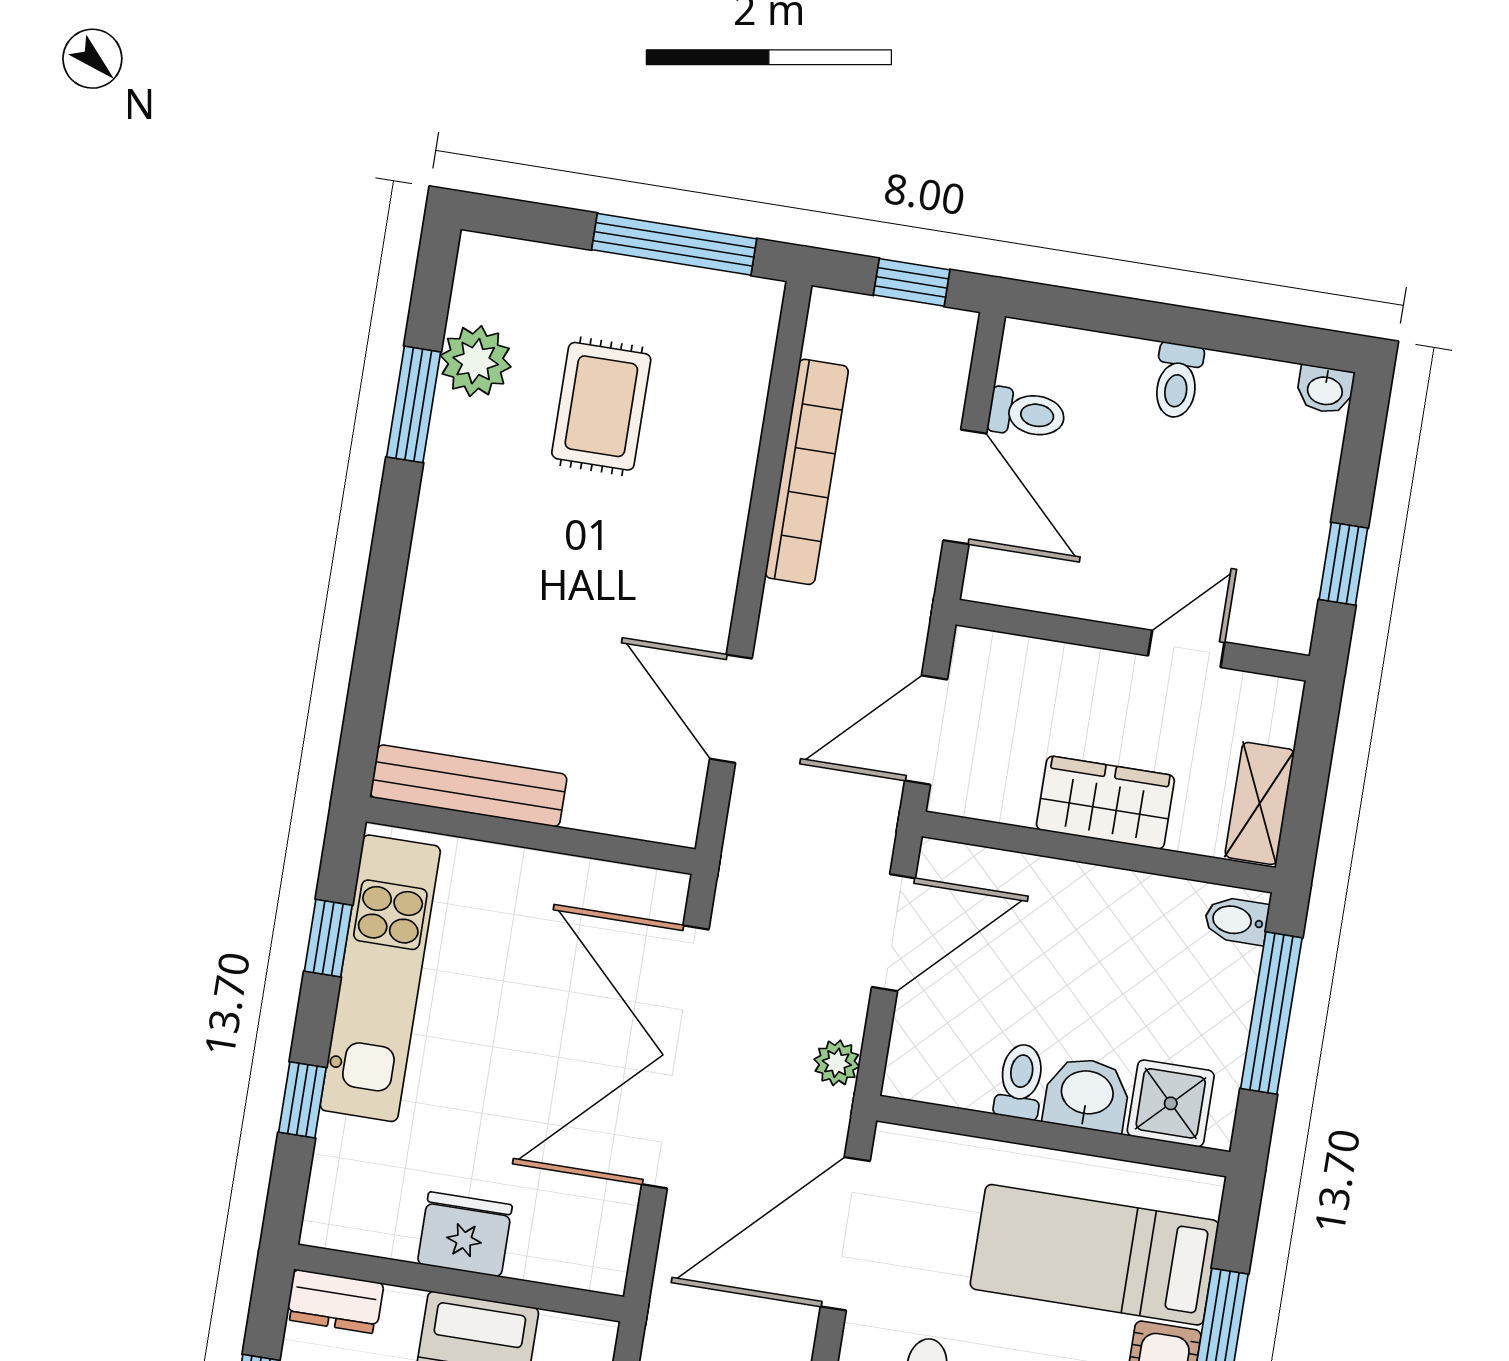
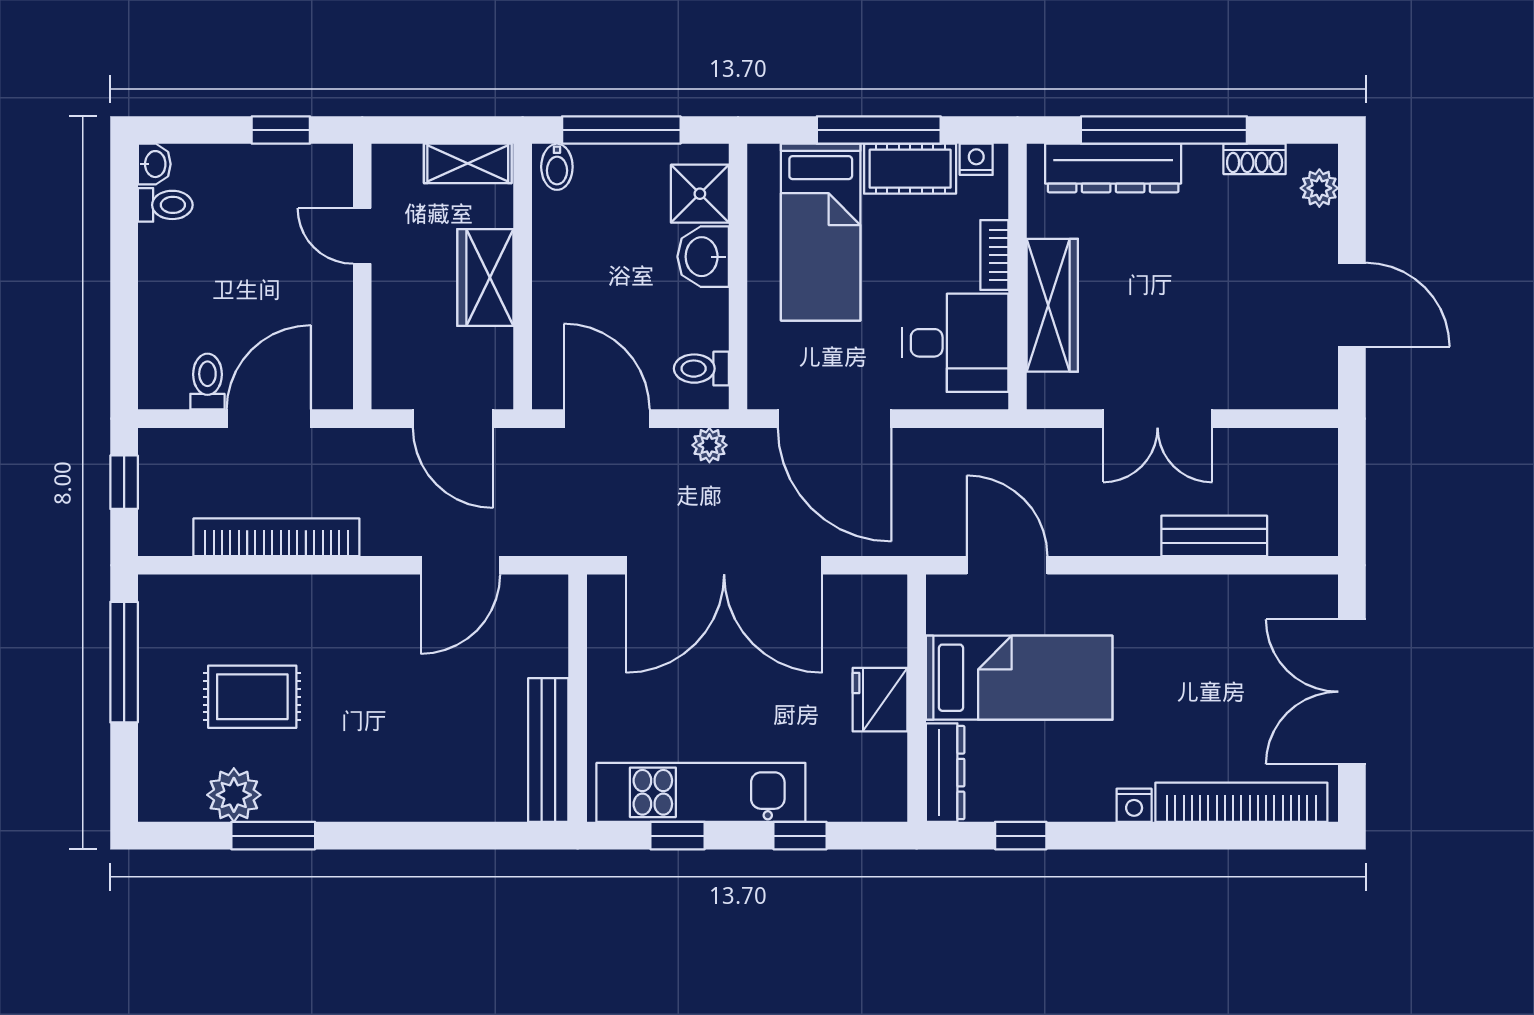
toilet: (1177, 381) -> (165, 205), moved
toilet: (1020, 1081) -> (701, 369), moved
dresser: (335, 1301) -> (945, 773), width x1.44

